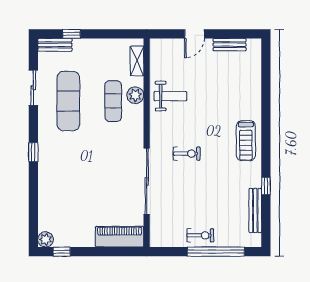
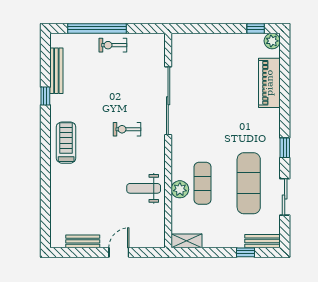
shelving: (137, 61) -> (187, 241), moved, turned 90
window: (33, 152) -> (285, 148), moved
piano: (120, 237) -> (269, 83), moved, turned 90

